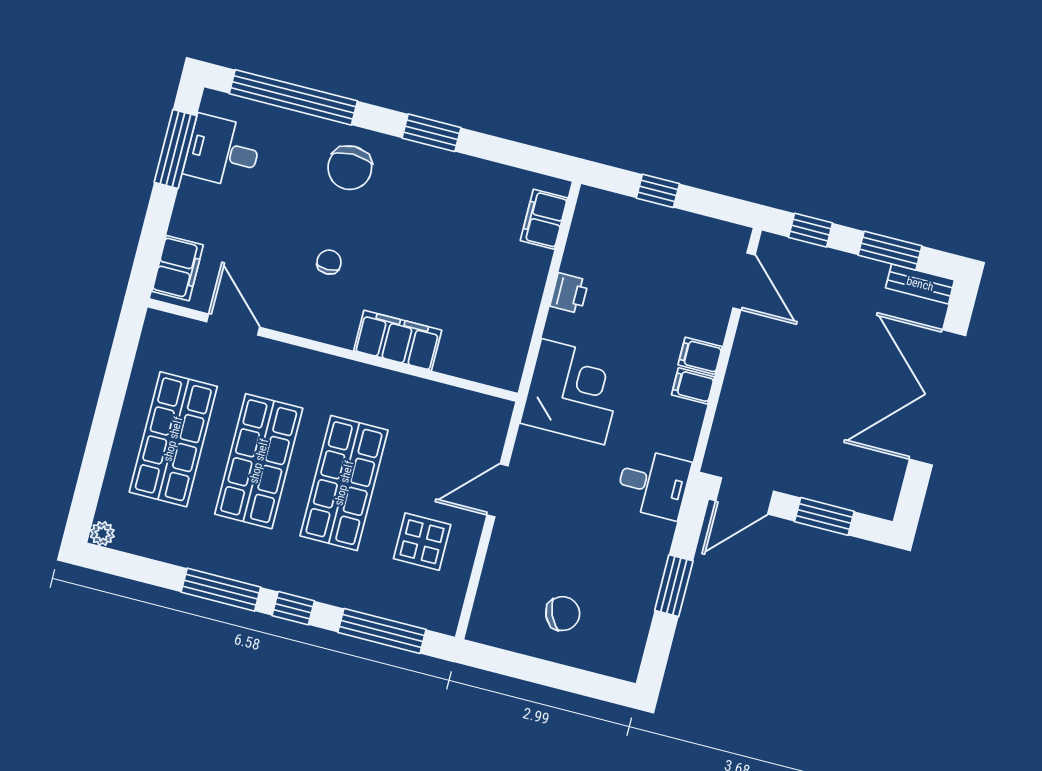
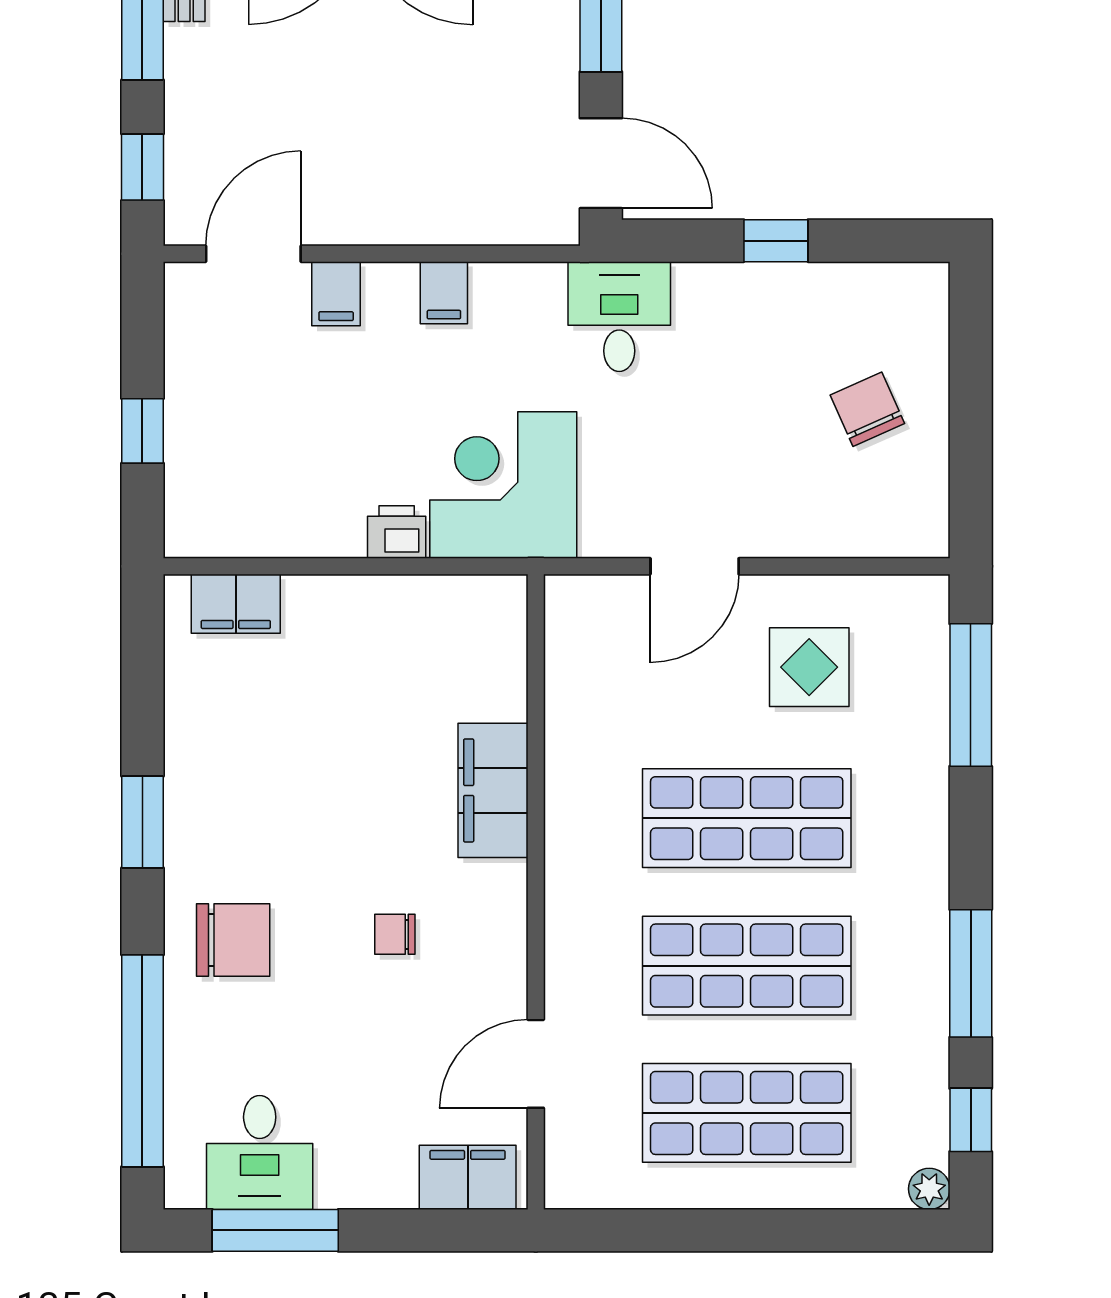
printer: (569, 293) -> (397, 532), moved
filing cabinet: (700, 356) -> (336, 294), moved
door: (497, 490) -> (695, 566), hinge flipped
window: (674, 586) -> (776, 241), width x0.67
window: (293, 608) -> (971, 1120), moved

